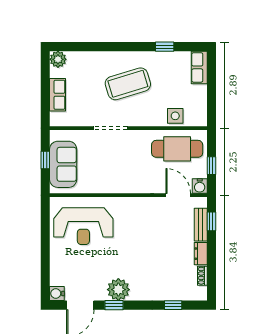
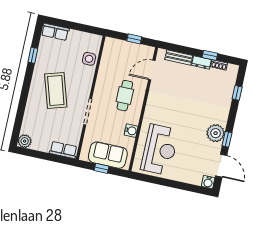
row of seats: (58, 95) -> (63, 150), moved
cafe table: (177, 149) -> (125, 96), moved, width x0.73, depth x0.74
water cooler: (200, 186) -> (131, 131), moved
window: (211, 221) -> (210, 55), moved

